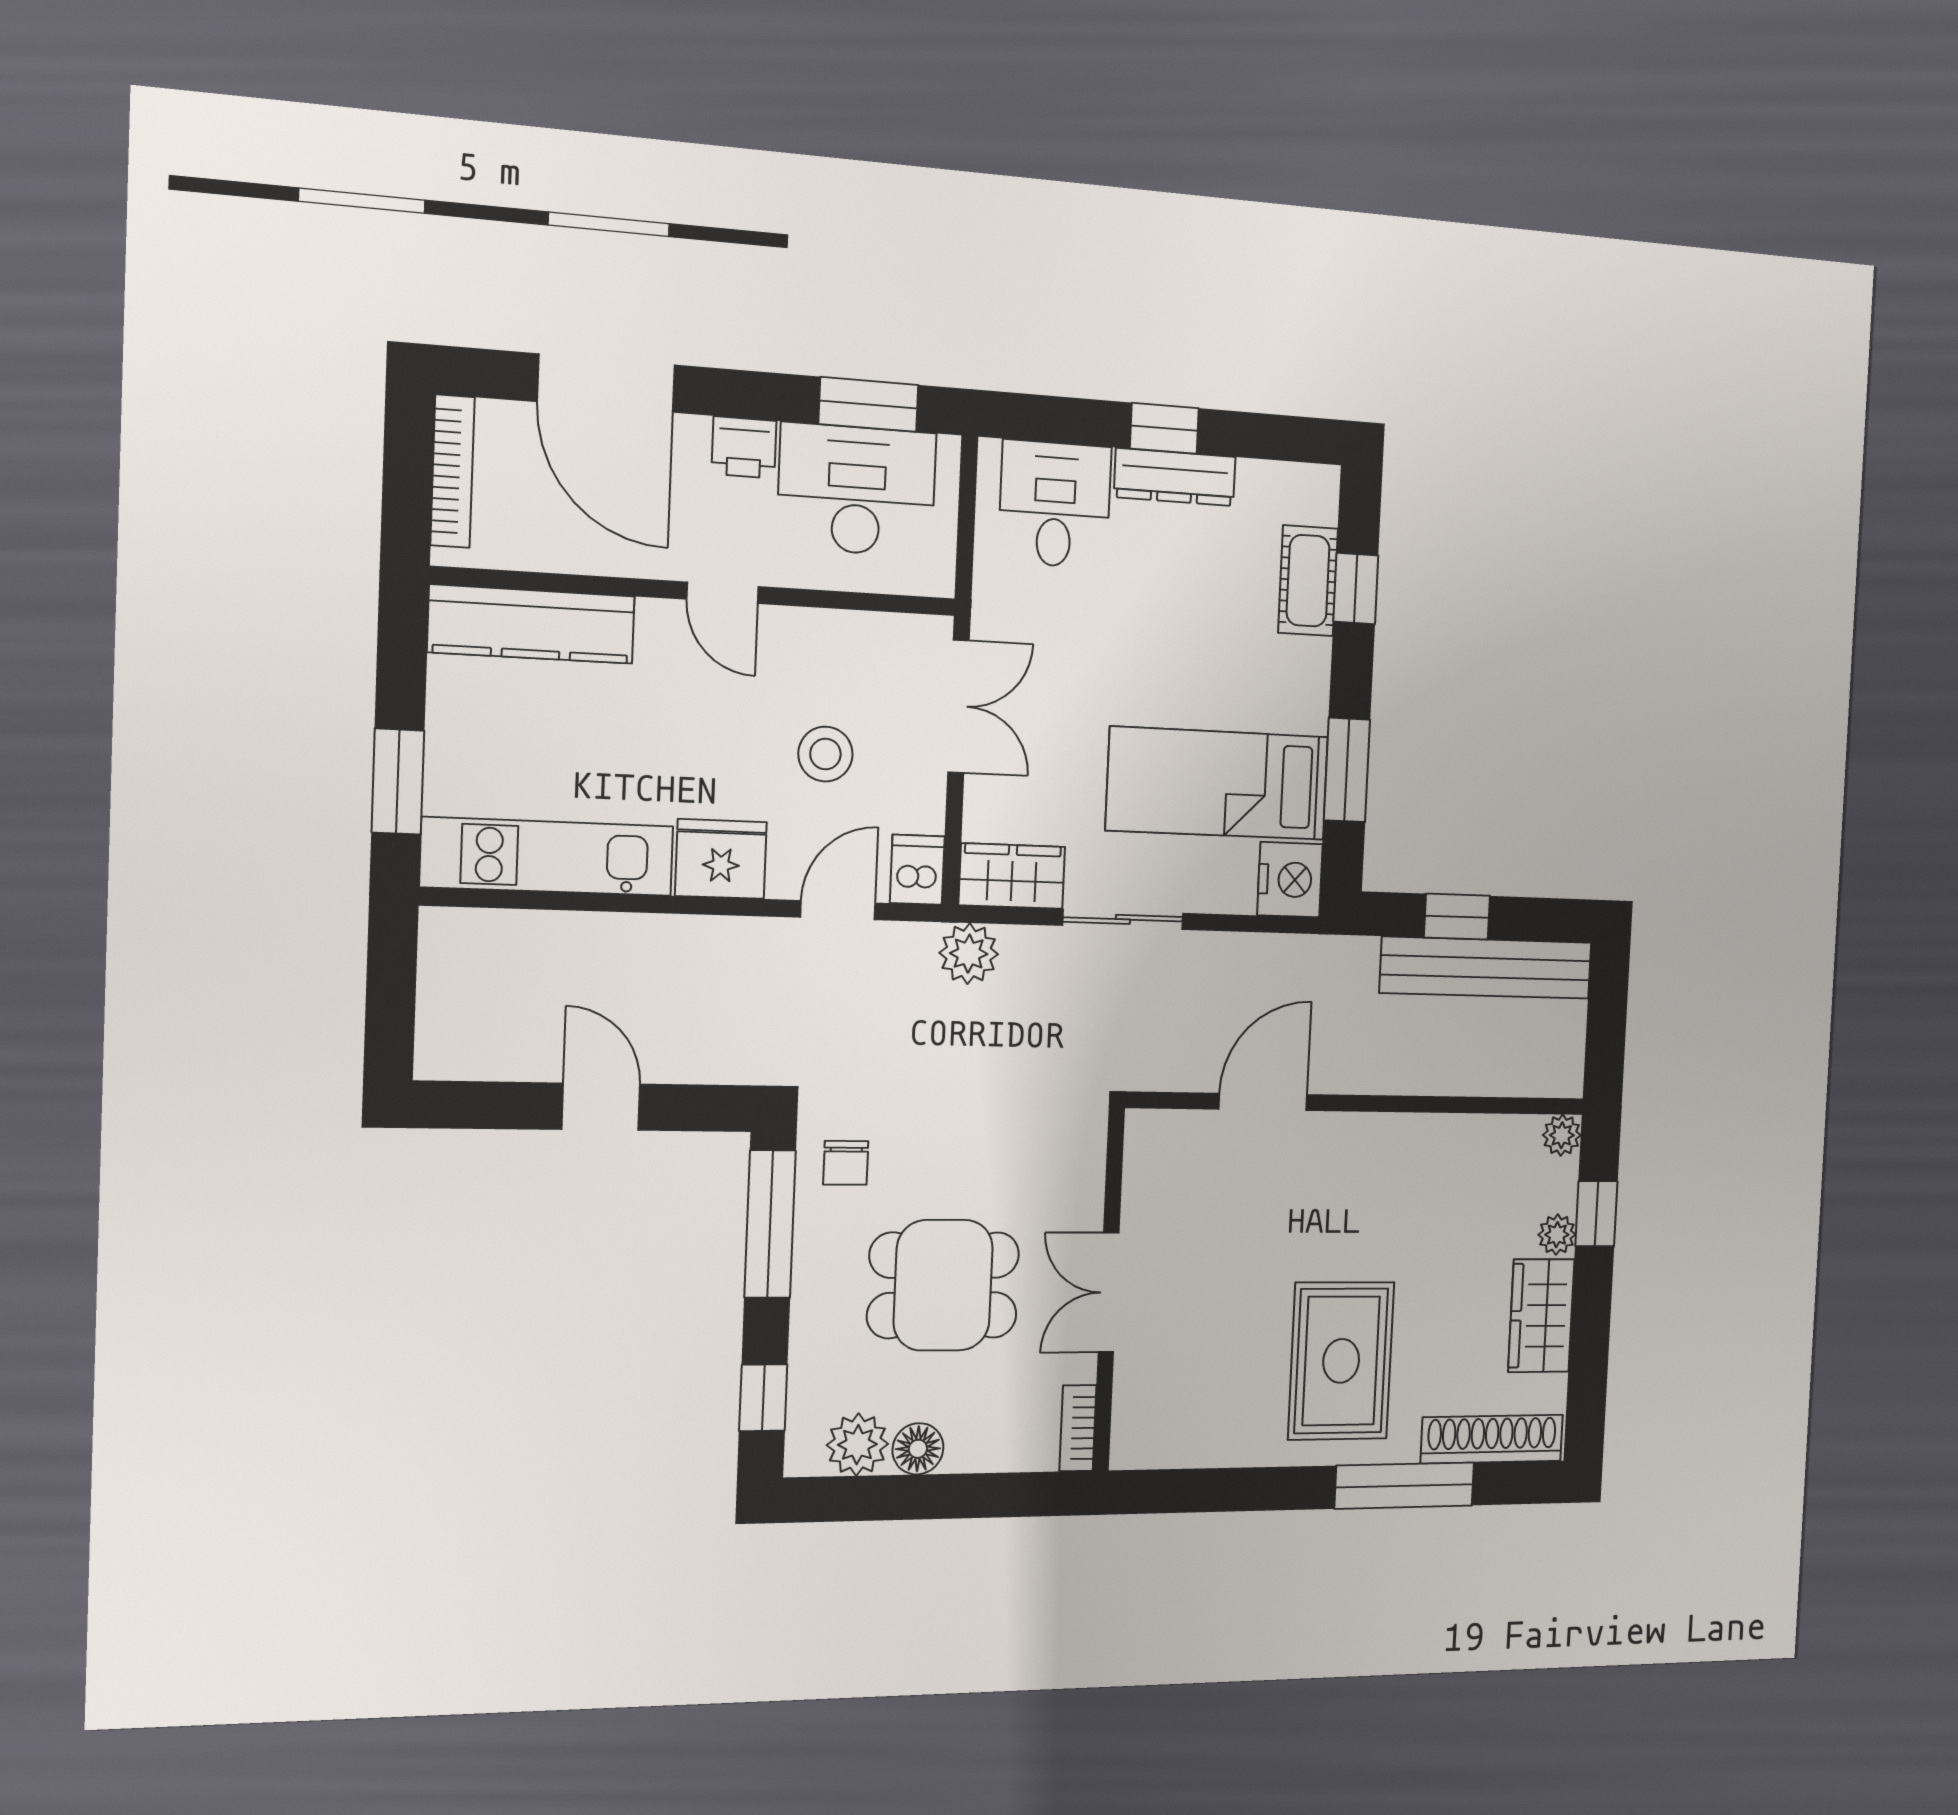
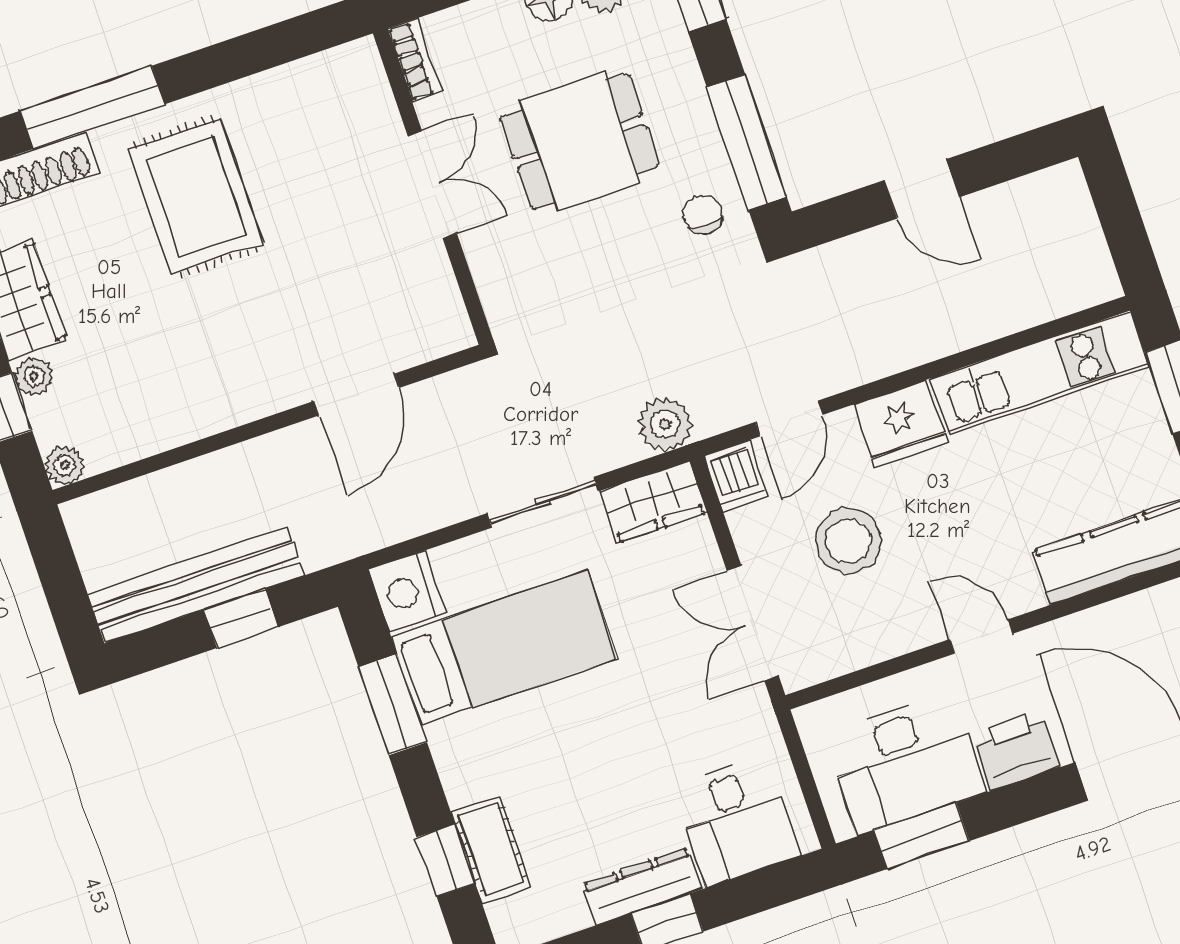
printer: (744, 447) -> (1016, 750), width x1.36, depth x1.24
stool: (825, 754) -> (848, 541), width x1.38, depth x1.38

